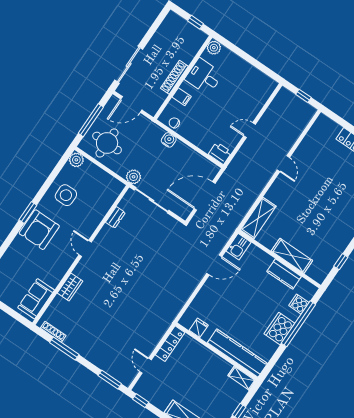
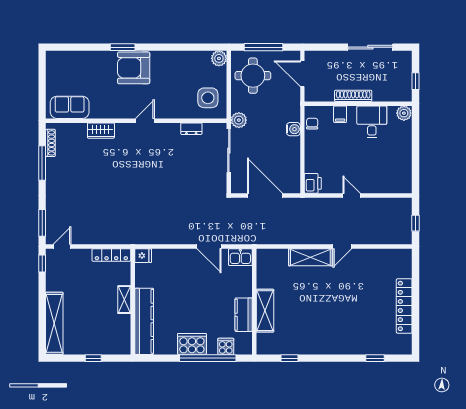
sliding door: (129, 65) -> (370, 47), moved
side table: (66, 195) -> (208, 98), moved
window: (28, 212) -> (123, 47), moved
shelving: (258, 218) -> (310, 257), moved
fridge: (199, 328) -> (143, 256), moved
door: (145, 366) -> (62, 246), moved
shelving: (242, 378) -> (124, 300), moved

